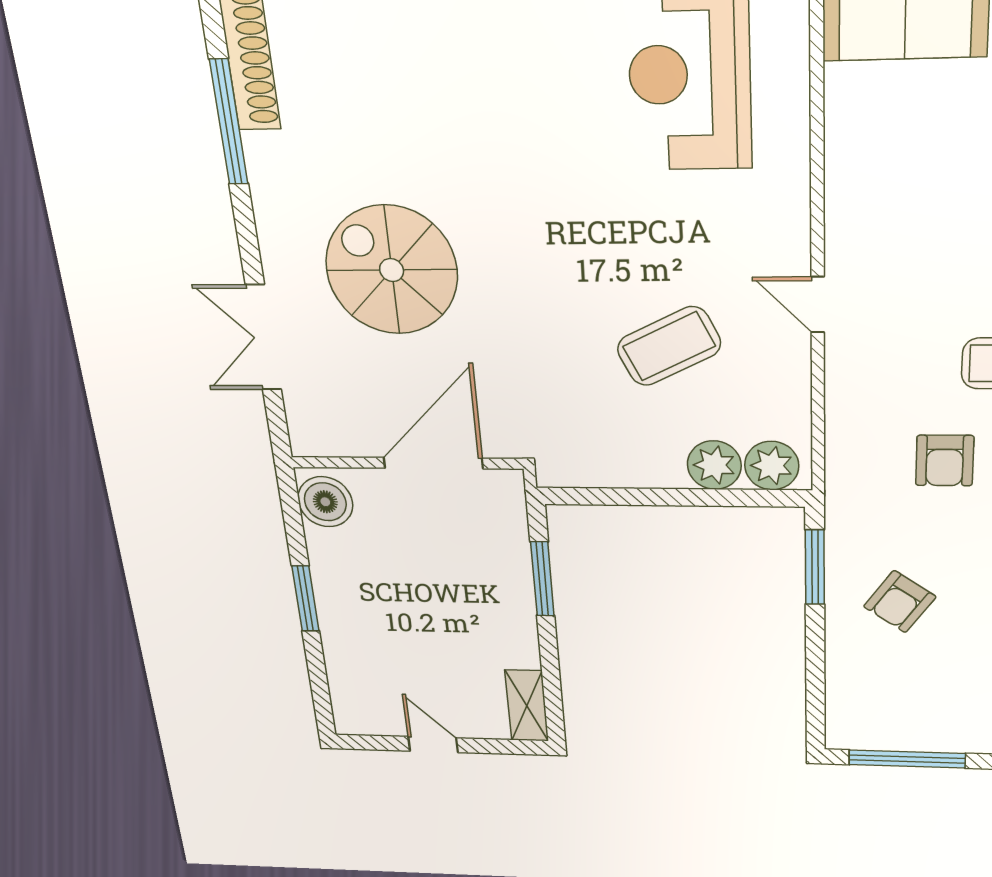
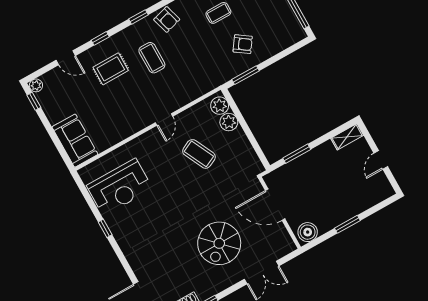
armchair: (945, 461) -> (190, 58), removed

